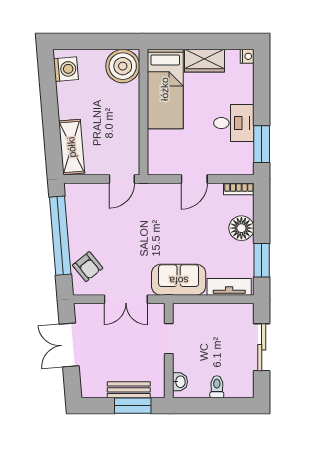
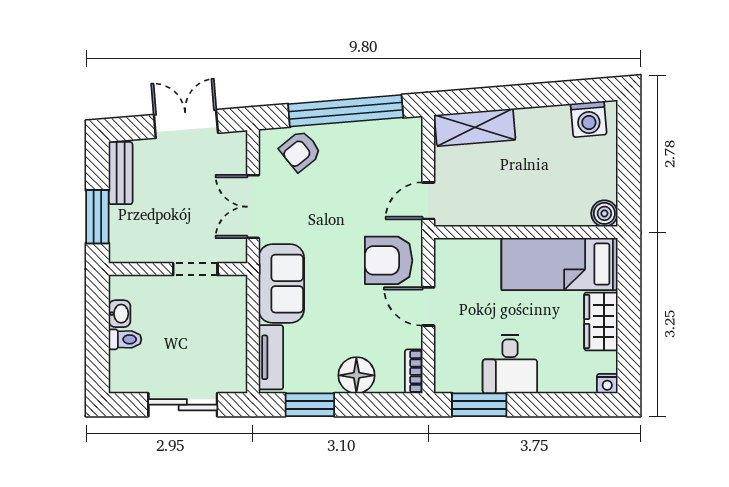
boiler: (123, 66) -> (604, 213), width x0.54, depth x0.54
door: (122, 179) -> (428, 201), hinge flipped
armchair: (163, 206) -> (389, 260), added
washbasin: (180, 382) -> (120, 314), moved, turned -90
bench: (129, 390) -> (121, 173), moved

